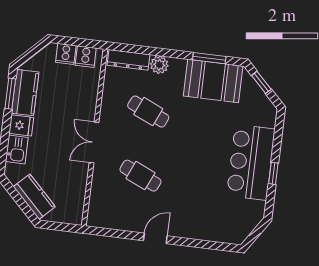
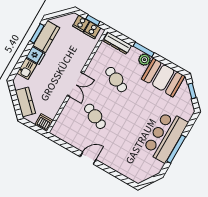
window: (81, 42) -> (93, 20), added
window: (209, 58) -> (144, 50), moved
plant: (159, 65) -> (144, 60), moved
double door: (94, 142) -> (75, 84), swing flipped
window: (273, 173) -> (176, 149), width x2.17
dishwasher: (73, 215) -> (44, 123), added

